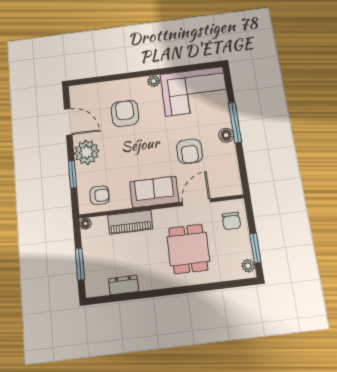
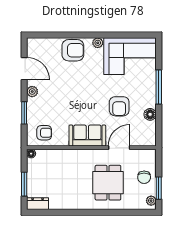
armchair: (125, 113) -> (73, 50), moved, turned 90
floor lamp: (226, 135) -> (150, 114), moved
plant: (87, 152) -> (32, 92), width x0.53, depth x0.53
chair: (231, 221) -> (144, 177), moved
piano: (130, 222) -> (66, 157), removed
dresser: (124, 285) -> (38, 204), moved

